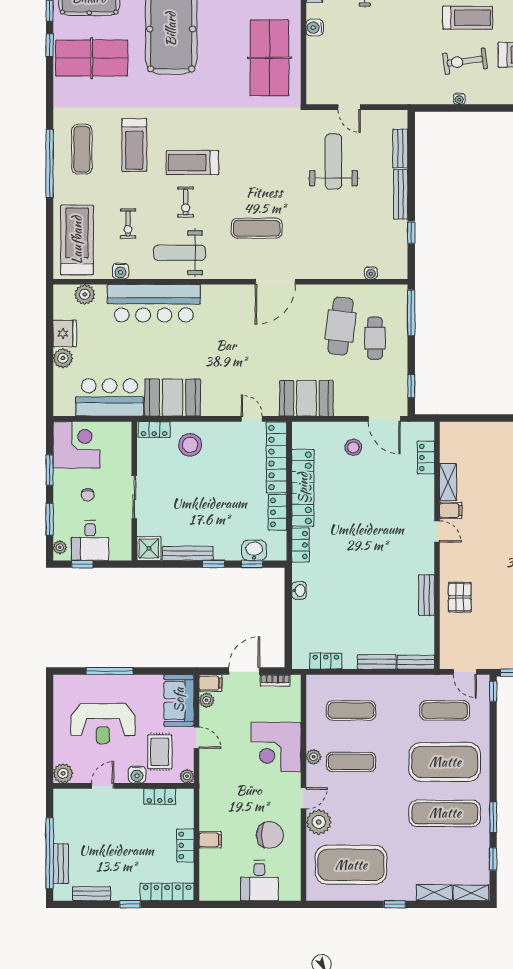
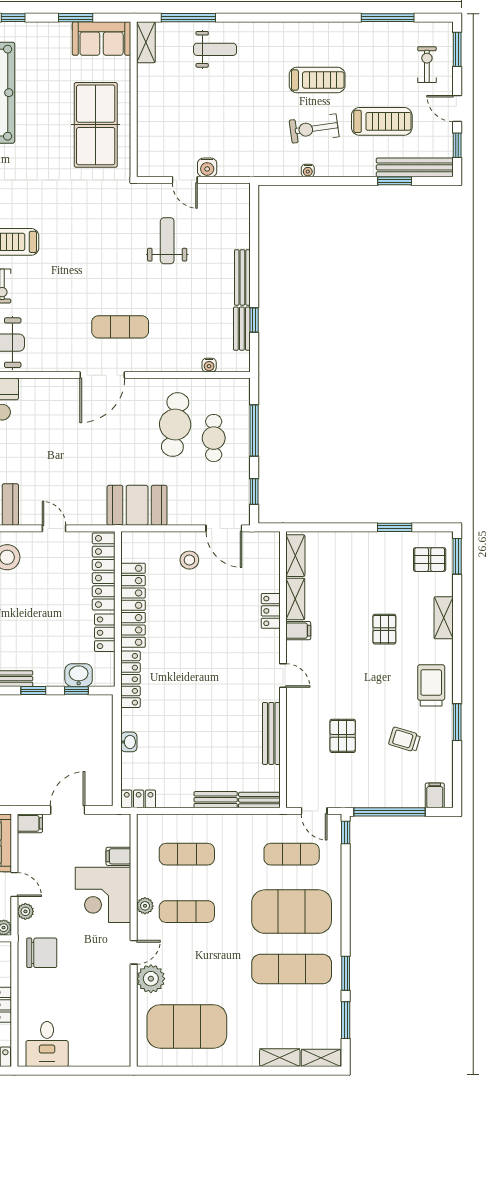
water cooler: (315, 28) -> (207, 167), moved, turned -90
bench: (400, 149) -> (242, 329), moved
weight bench: (333, 162) -> (167, 241), width x0.73, depth x0.75
exercise mat: (257, 228) -> (120, 327), moved
window: (411, 313) -> (254, 431), moved
door: (252, 419) -> (54, 528), moved
shelving: (448, 443) -> (295, 556), added
locker: (426, 457) -> (271, 611), moved
door: (437, 531) -> (283, 676), moved
locker: (301, 545) -> (130, 679), width x1.53
washbasin: (299, 590) -> (129, 742), moved
bench: (427, 595) -> (271, 733), width x1.36
pallet: (460, 597) -> (343, 736), moved
locker: (326, 661) -> (139, 799), moved
bookcase: (275, 680) -> (102, 820), removed
plant: (207, 700) -> (25, 911), moved
chair: (270, 835) -> (42, 953), moved
filing cabinet: (210, 840) -> (118, 856), moved, turned 180
window: (493, 859) -> (346, 1020), width x1.50
desk: (259, 880) -> (47, 1044), moved
window: (395, 904) -> (236, 1071), removed

